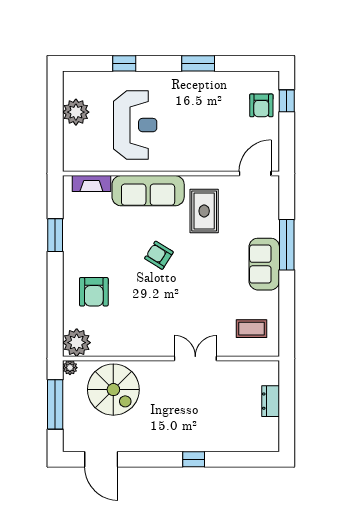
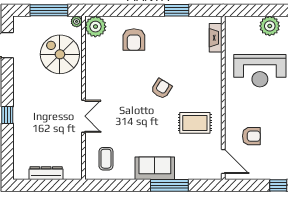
armchair: (261, 105) -> (251, 136), moved, turned 180
sofa: (148, 191) -> (210, 81), removed
armchair: (94, 292) -> (134, 40), turned -90
spiral stairs: (113, 390) -> (60, 54), turned 90
dresser: (271, 401) -> (46, 173), width x1.44

